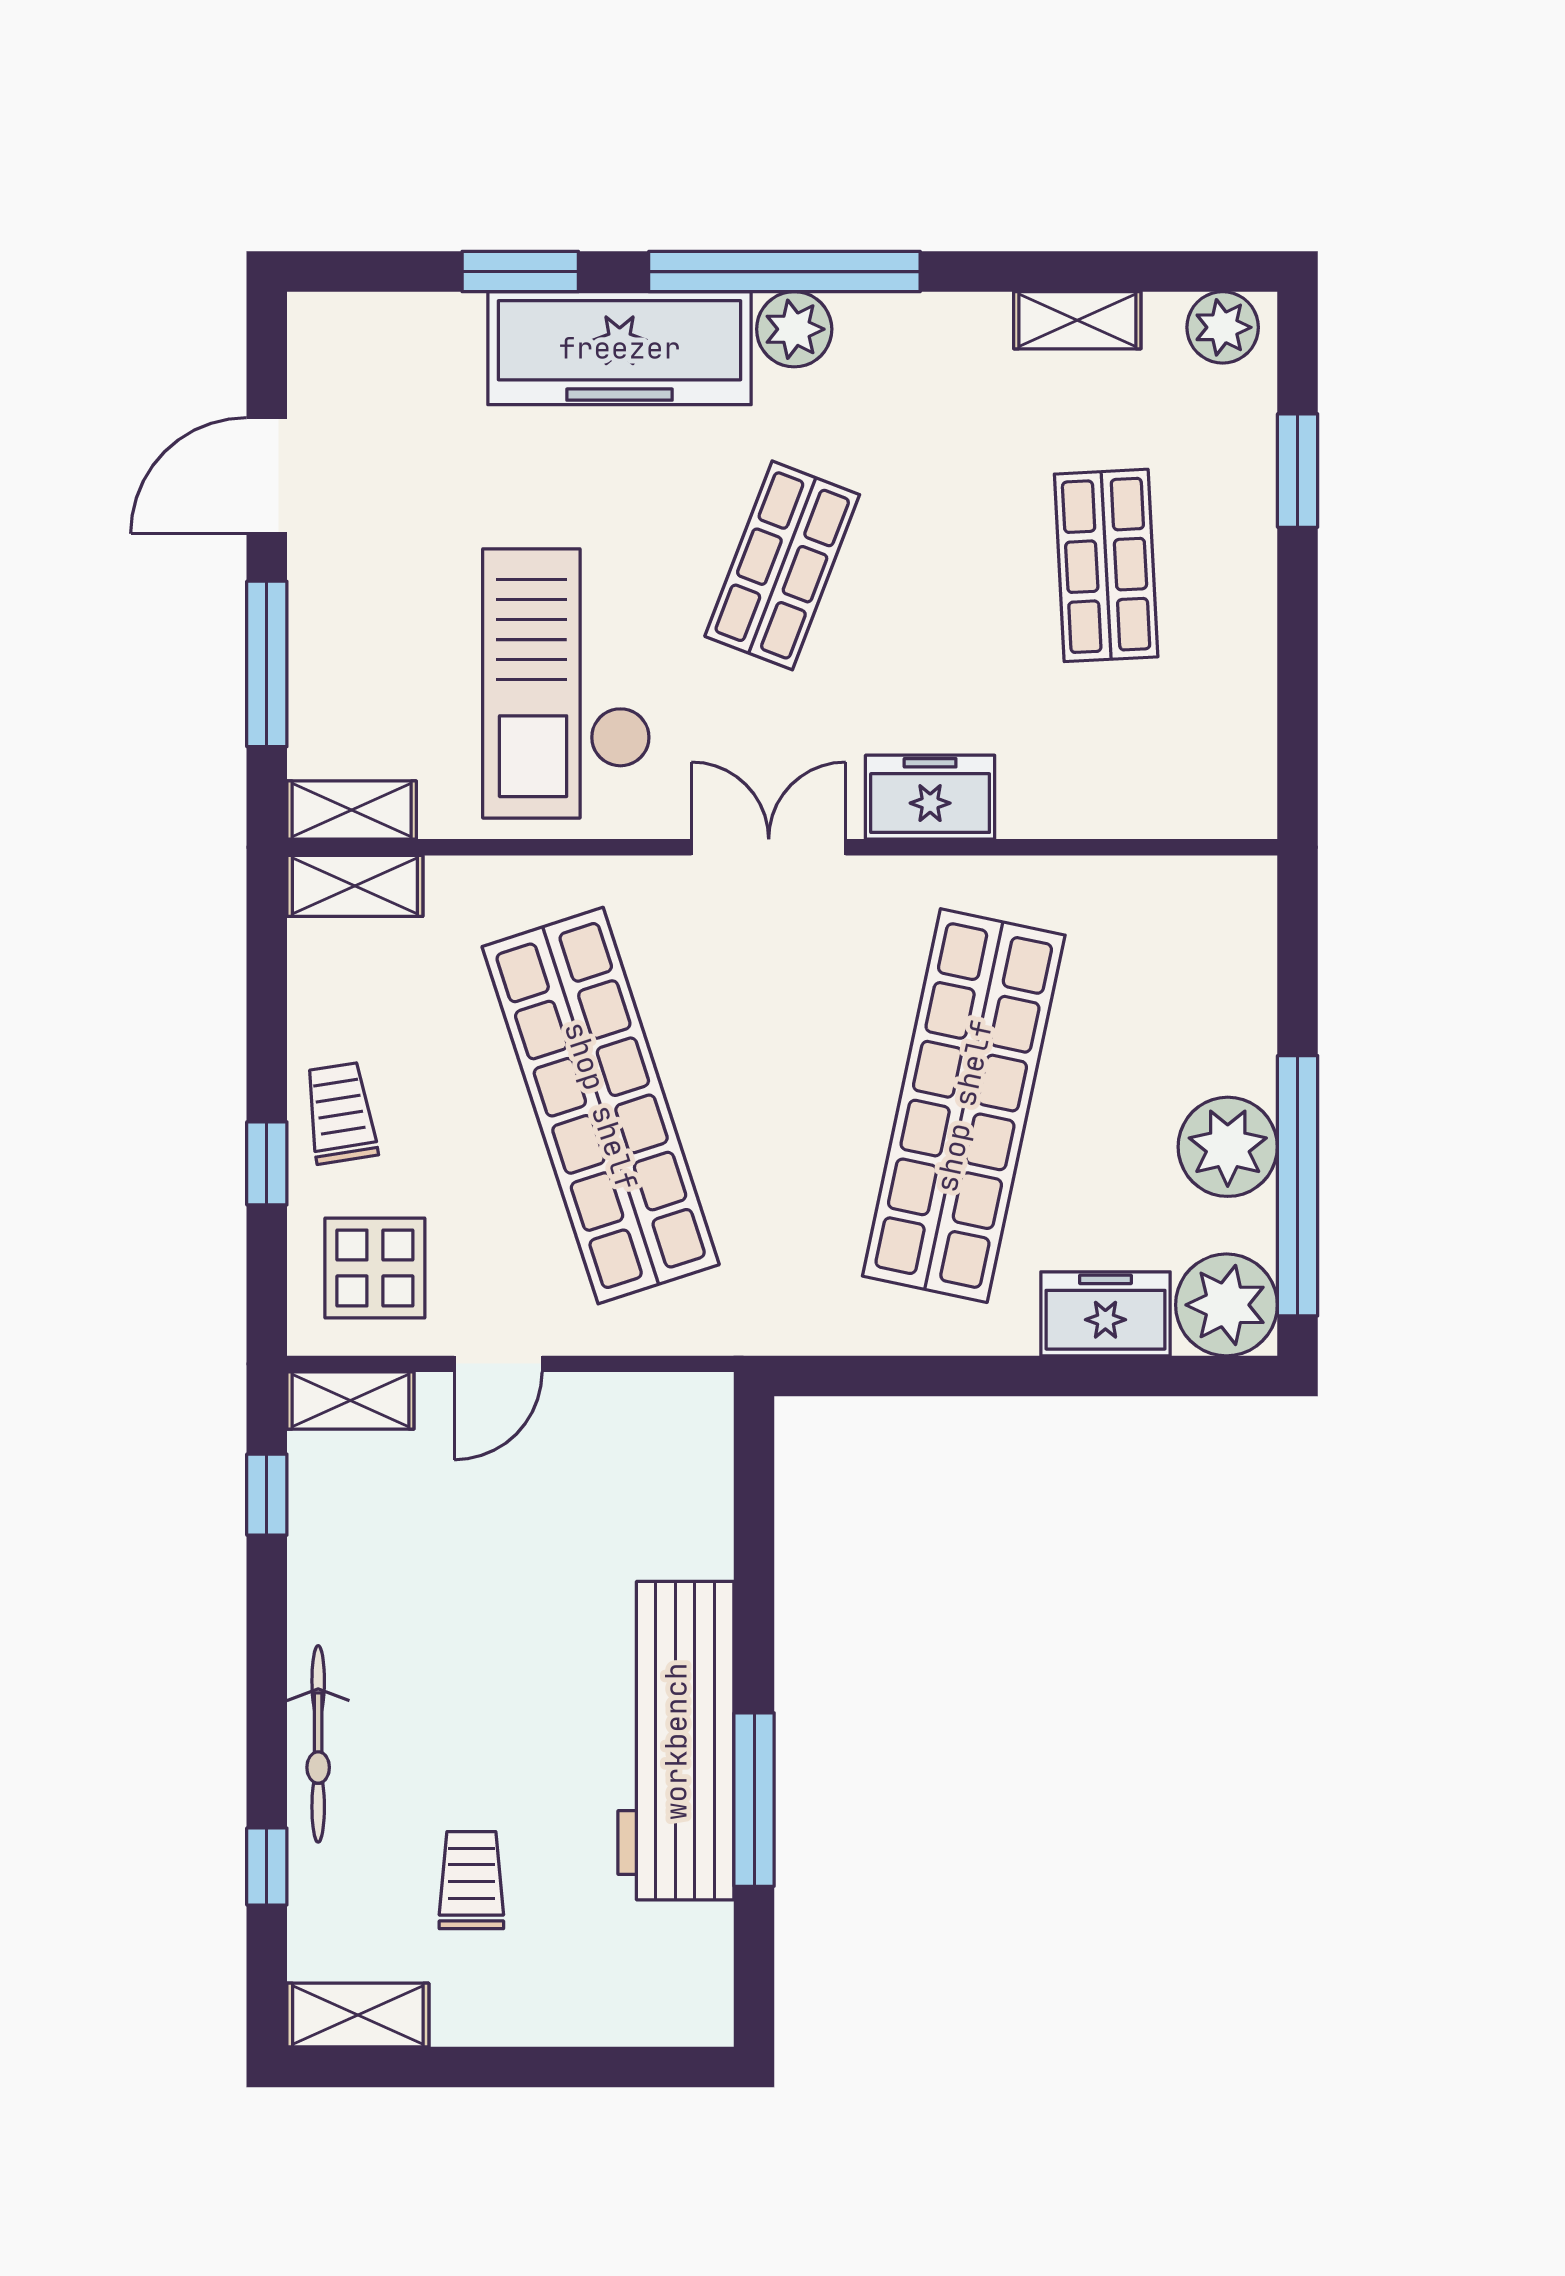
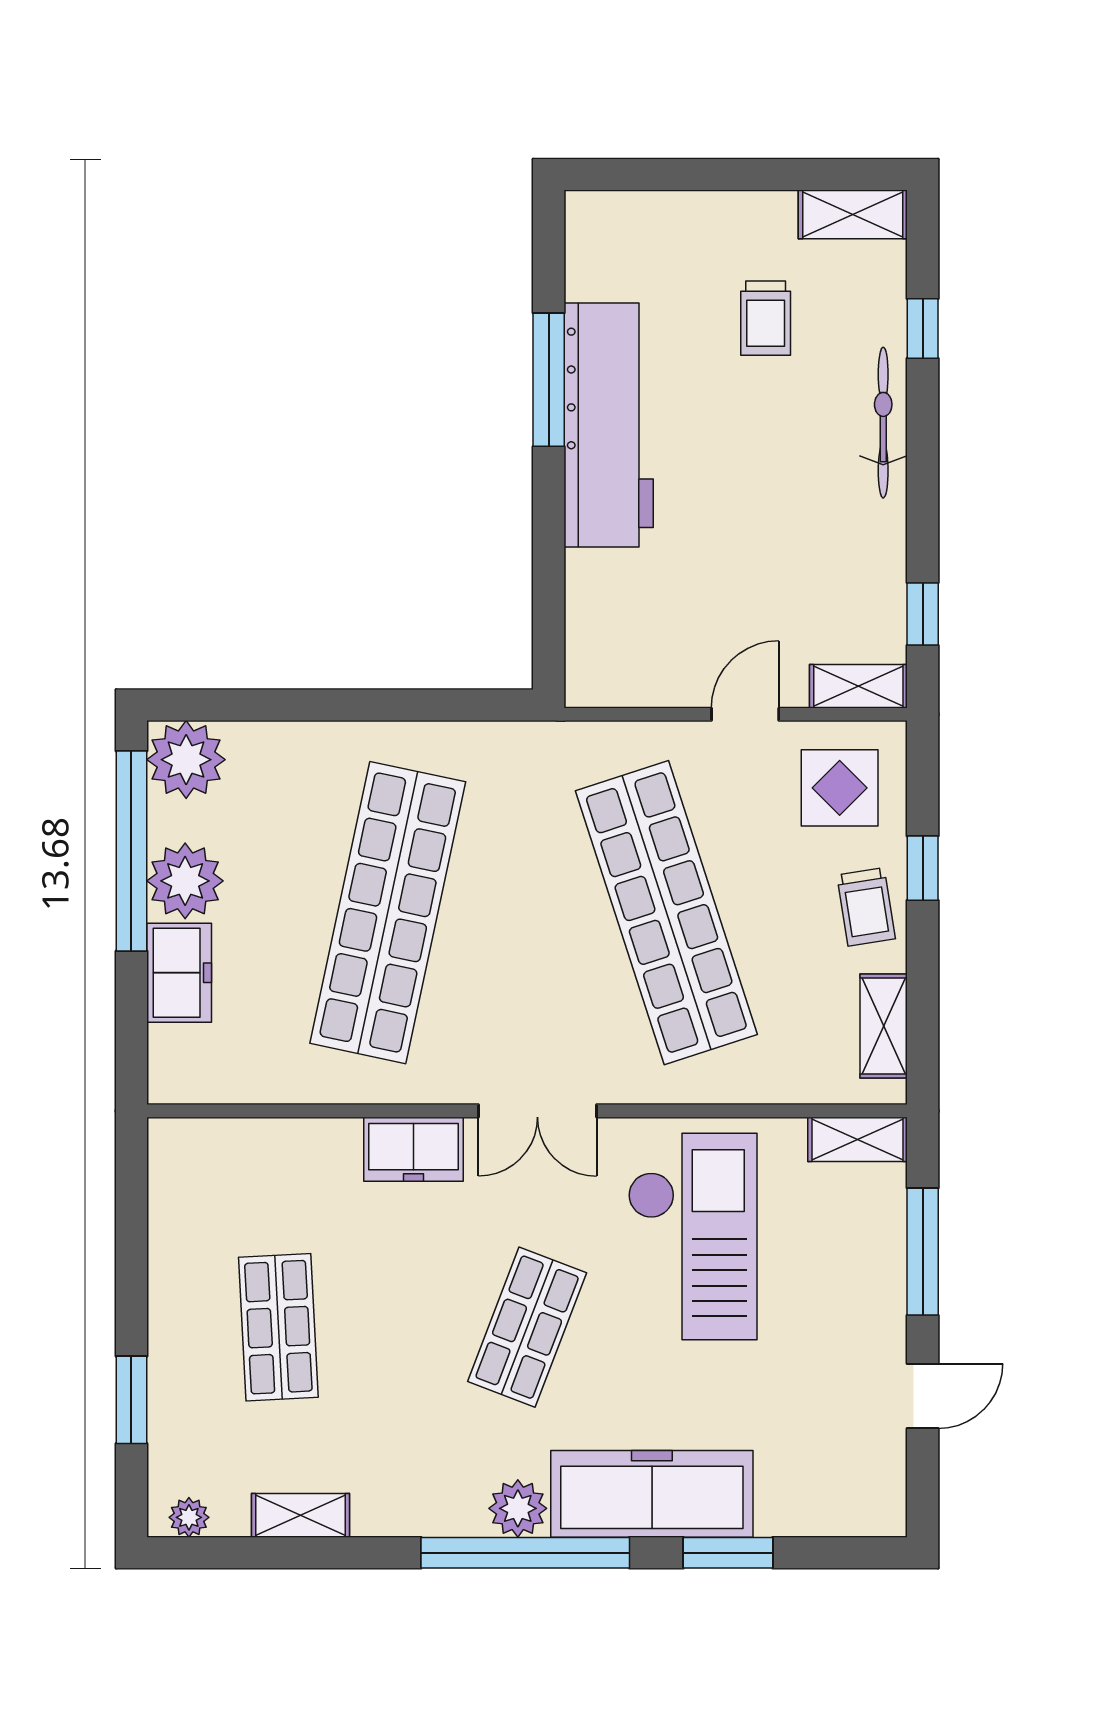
plant: (1223, 327) -> (189, 1517), width x0.73, depth x0.73
door: (267, 476) -> (923, 1396), width x0.73
shelving: (355, 886) -> (884, 1026), moved, turned 90
freezer: (1105, 1314) -> (179, 973), moved, turned -90

